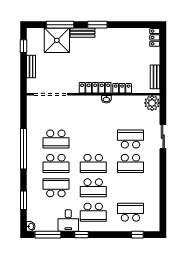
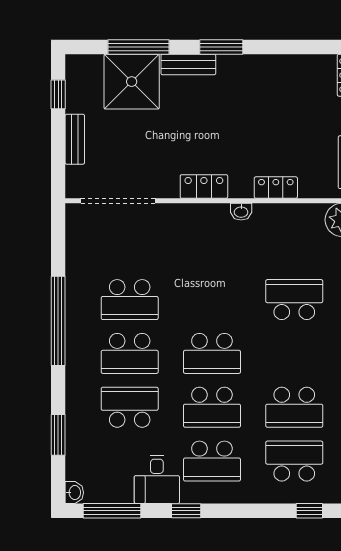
locker: (95, 88) -> (204, 186), width x0.66
school desk: (130, 163) -> (294, 407), moved

